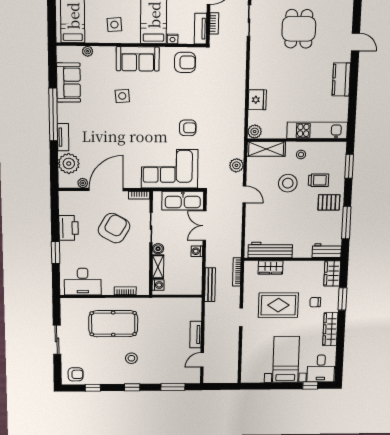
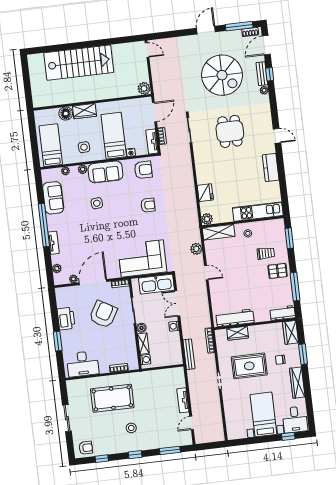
plant: (110, 52) -> (83, 169), added
armchair: (188, 128) -> (148, 205), moved
plant: (69, 164) -> (57, 268), width x0.53, depth x0.53
stool: (288, 183) -> (241, 259), removed

